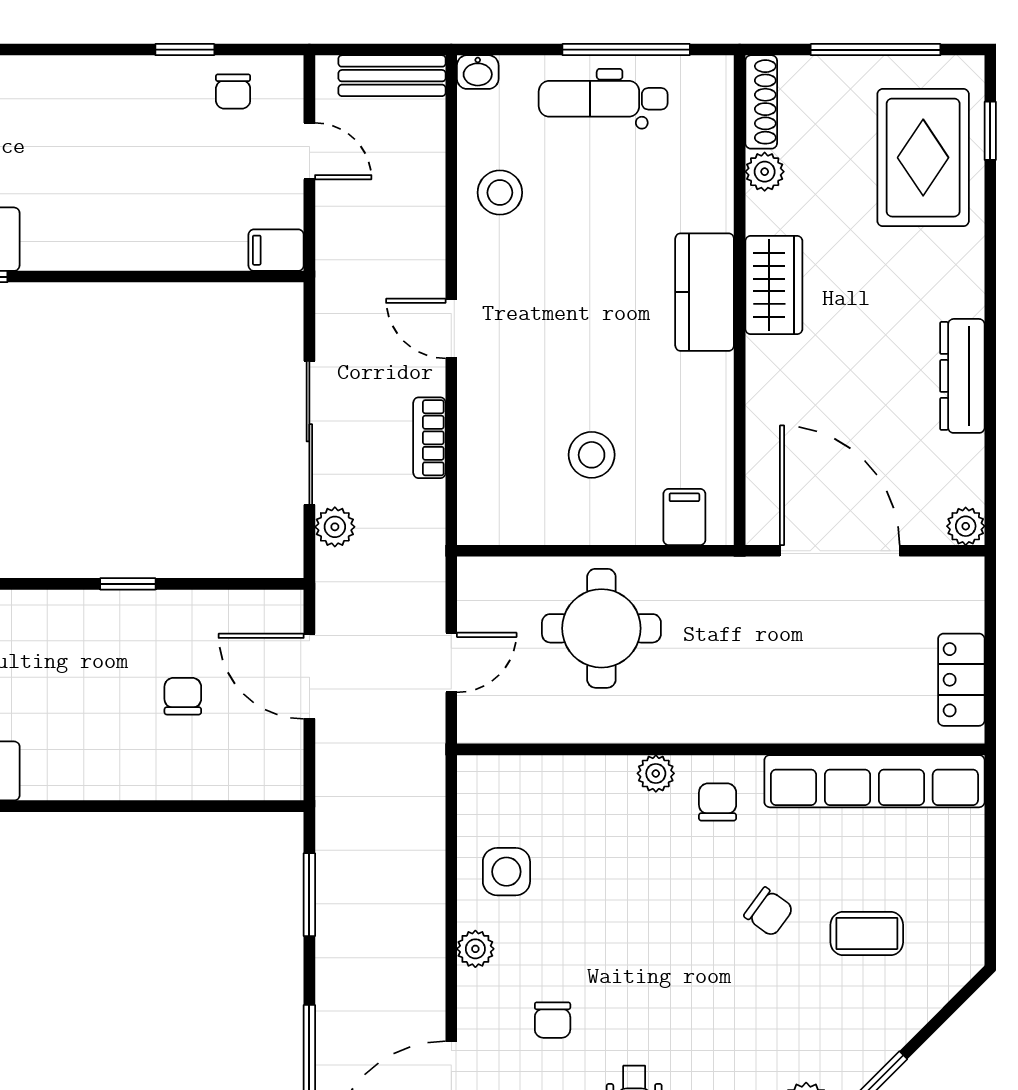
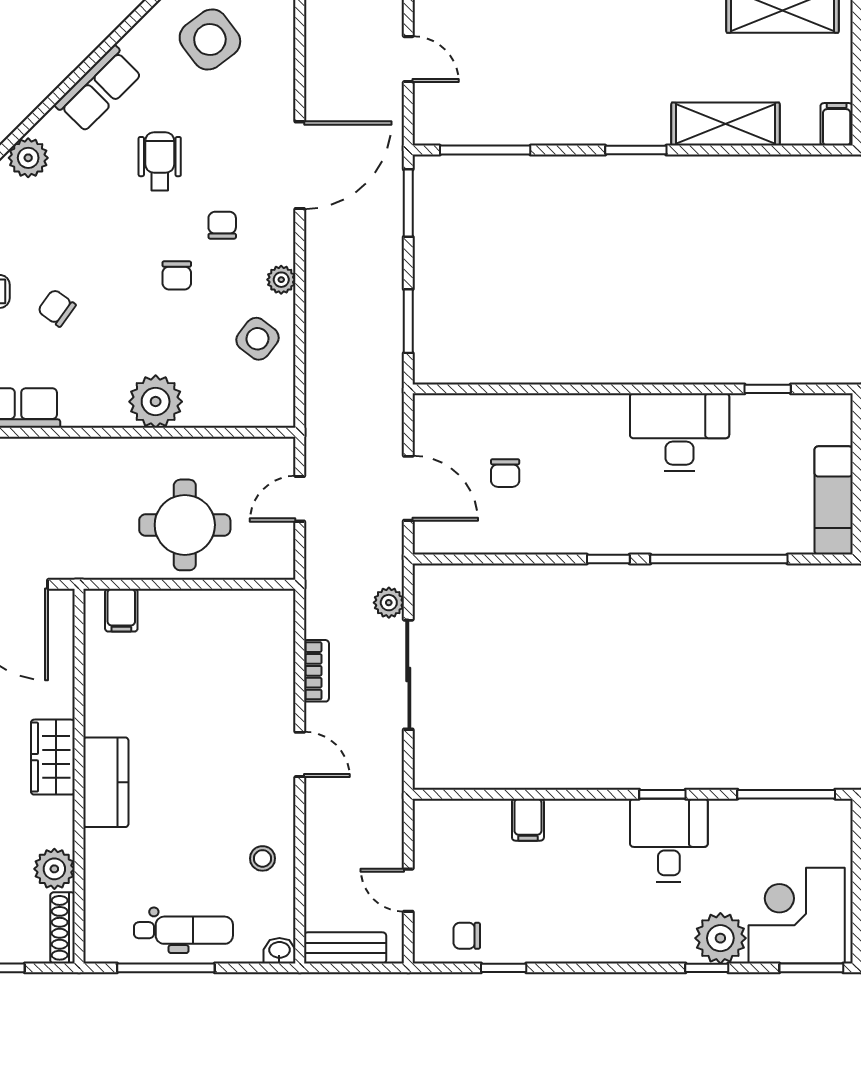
chair: (233, 91) -> (467, 936), turned -90
plant: (765, 172) -> (54, 869), width x1.38, depth x1.38
stool: (500, 193) -> (262, 858), width x0.73, depth x0.73
filing cabinet: (276, 250) -> (528, 820), moved, turned 90
wardrobe: (774, 285) -> (53, 757), moved
stool: (592, 455) -> (192, 658), removed
window: (128, 584) -> (608, 559), moved
plant: (656, 773) -> (156, 402), width x1.87, depth x1.87
chair: (718, 802) -> (177, 275), moved
side table: (506, 872) -> (257, 339), turned 38

